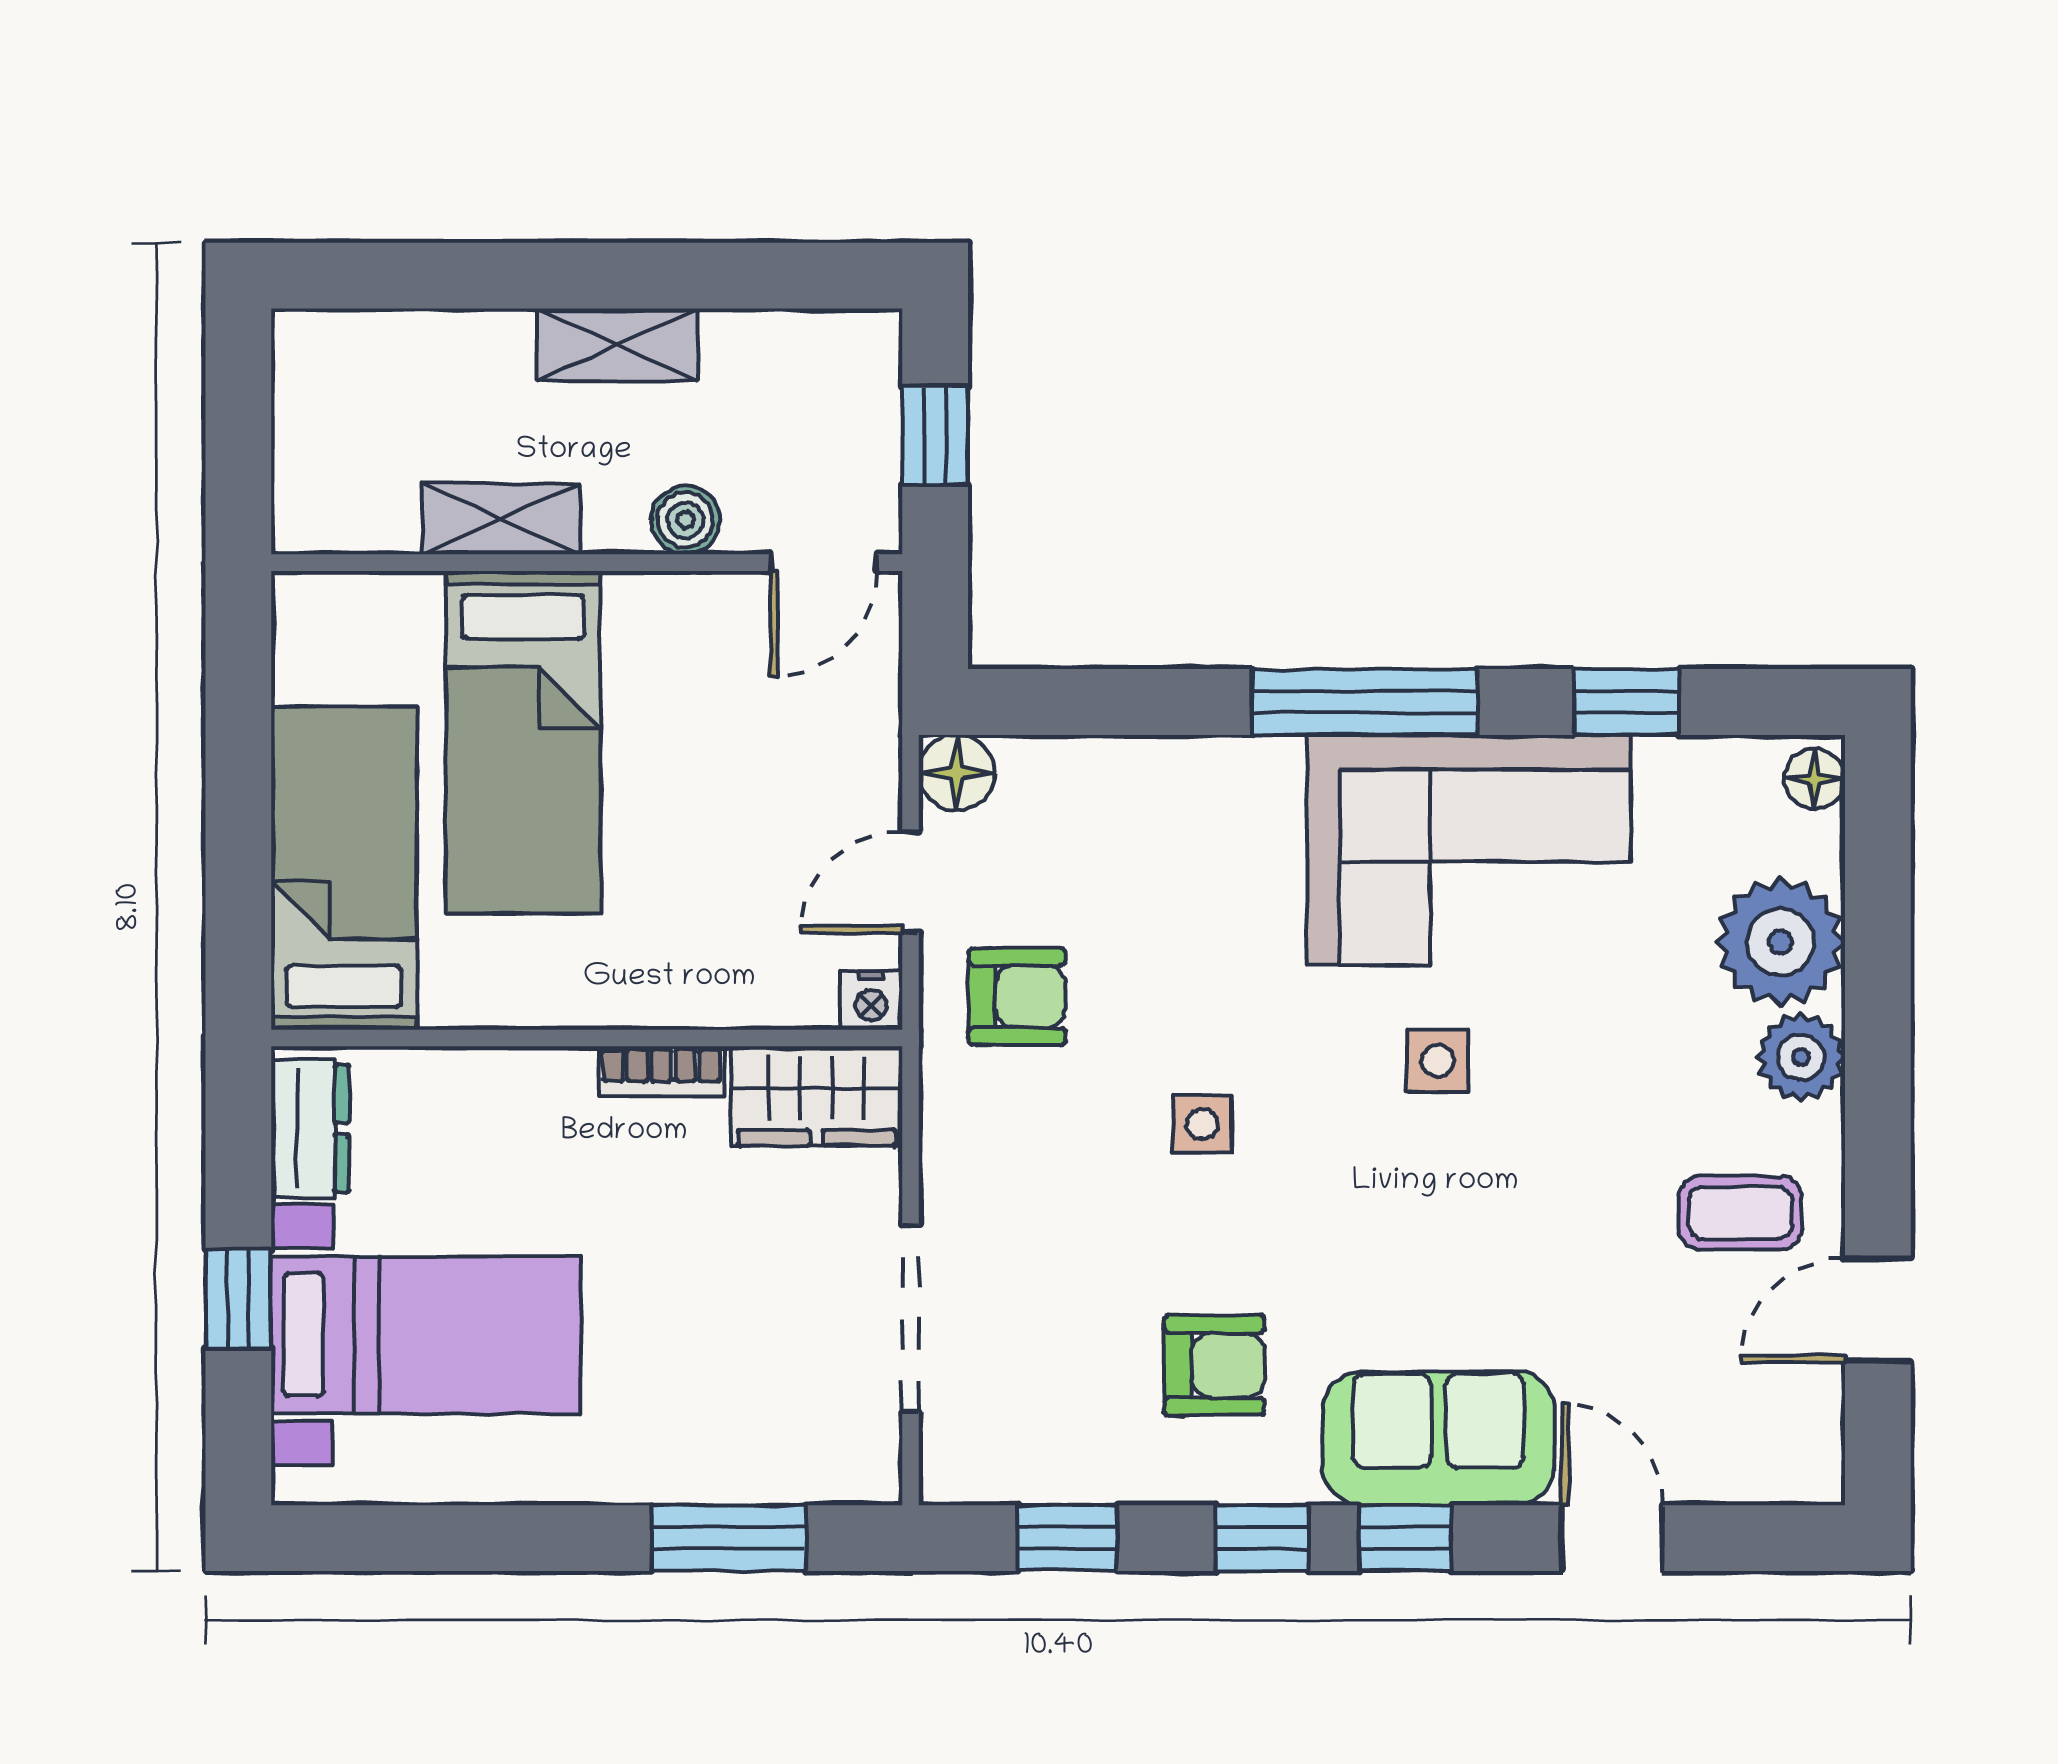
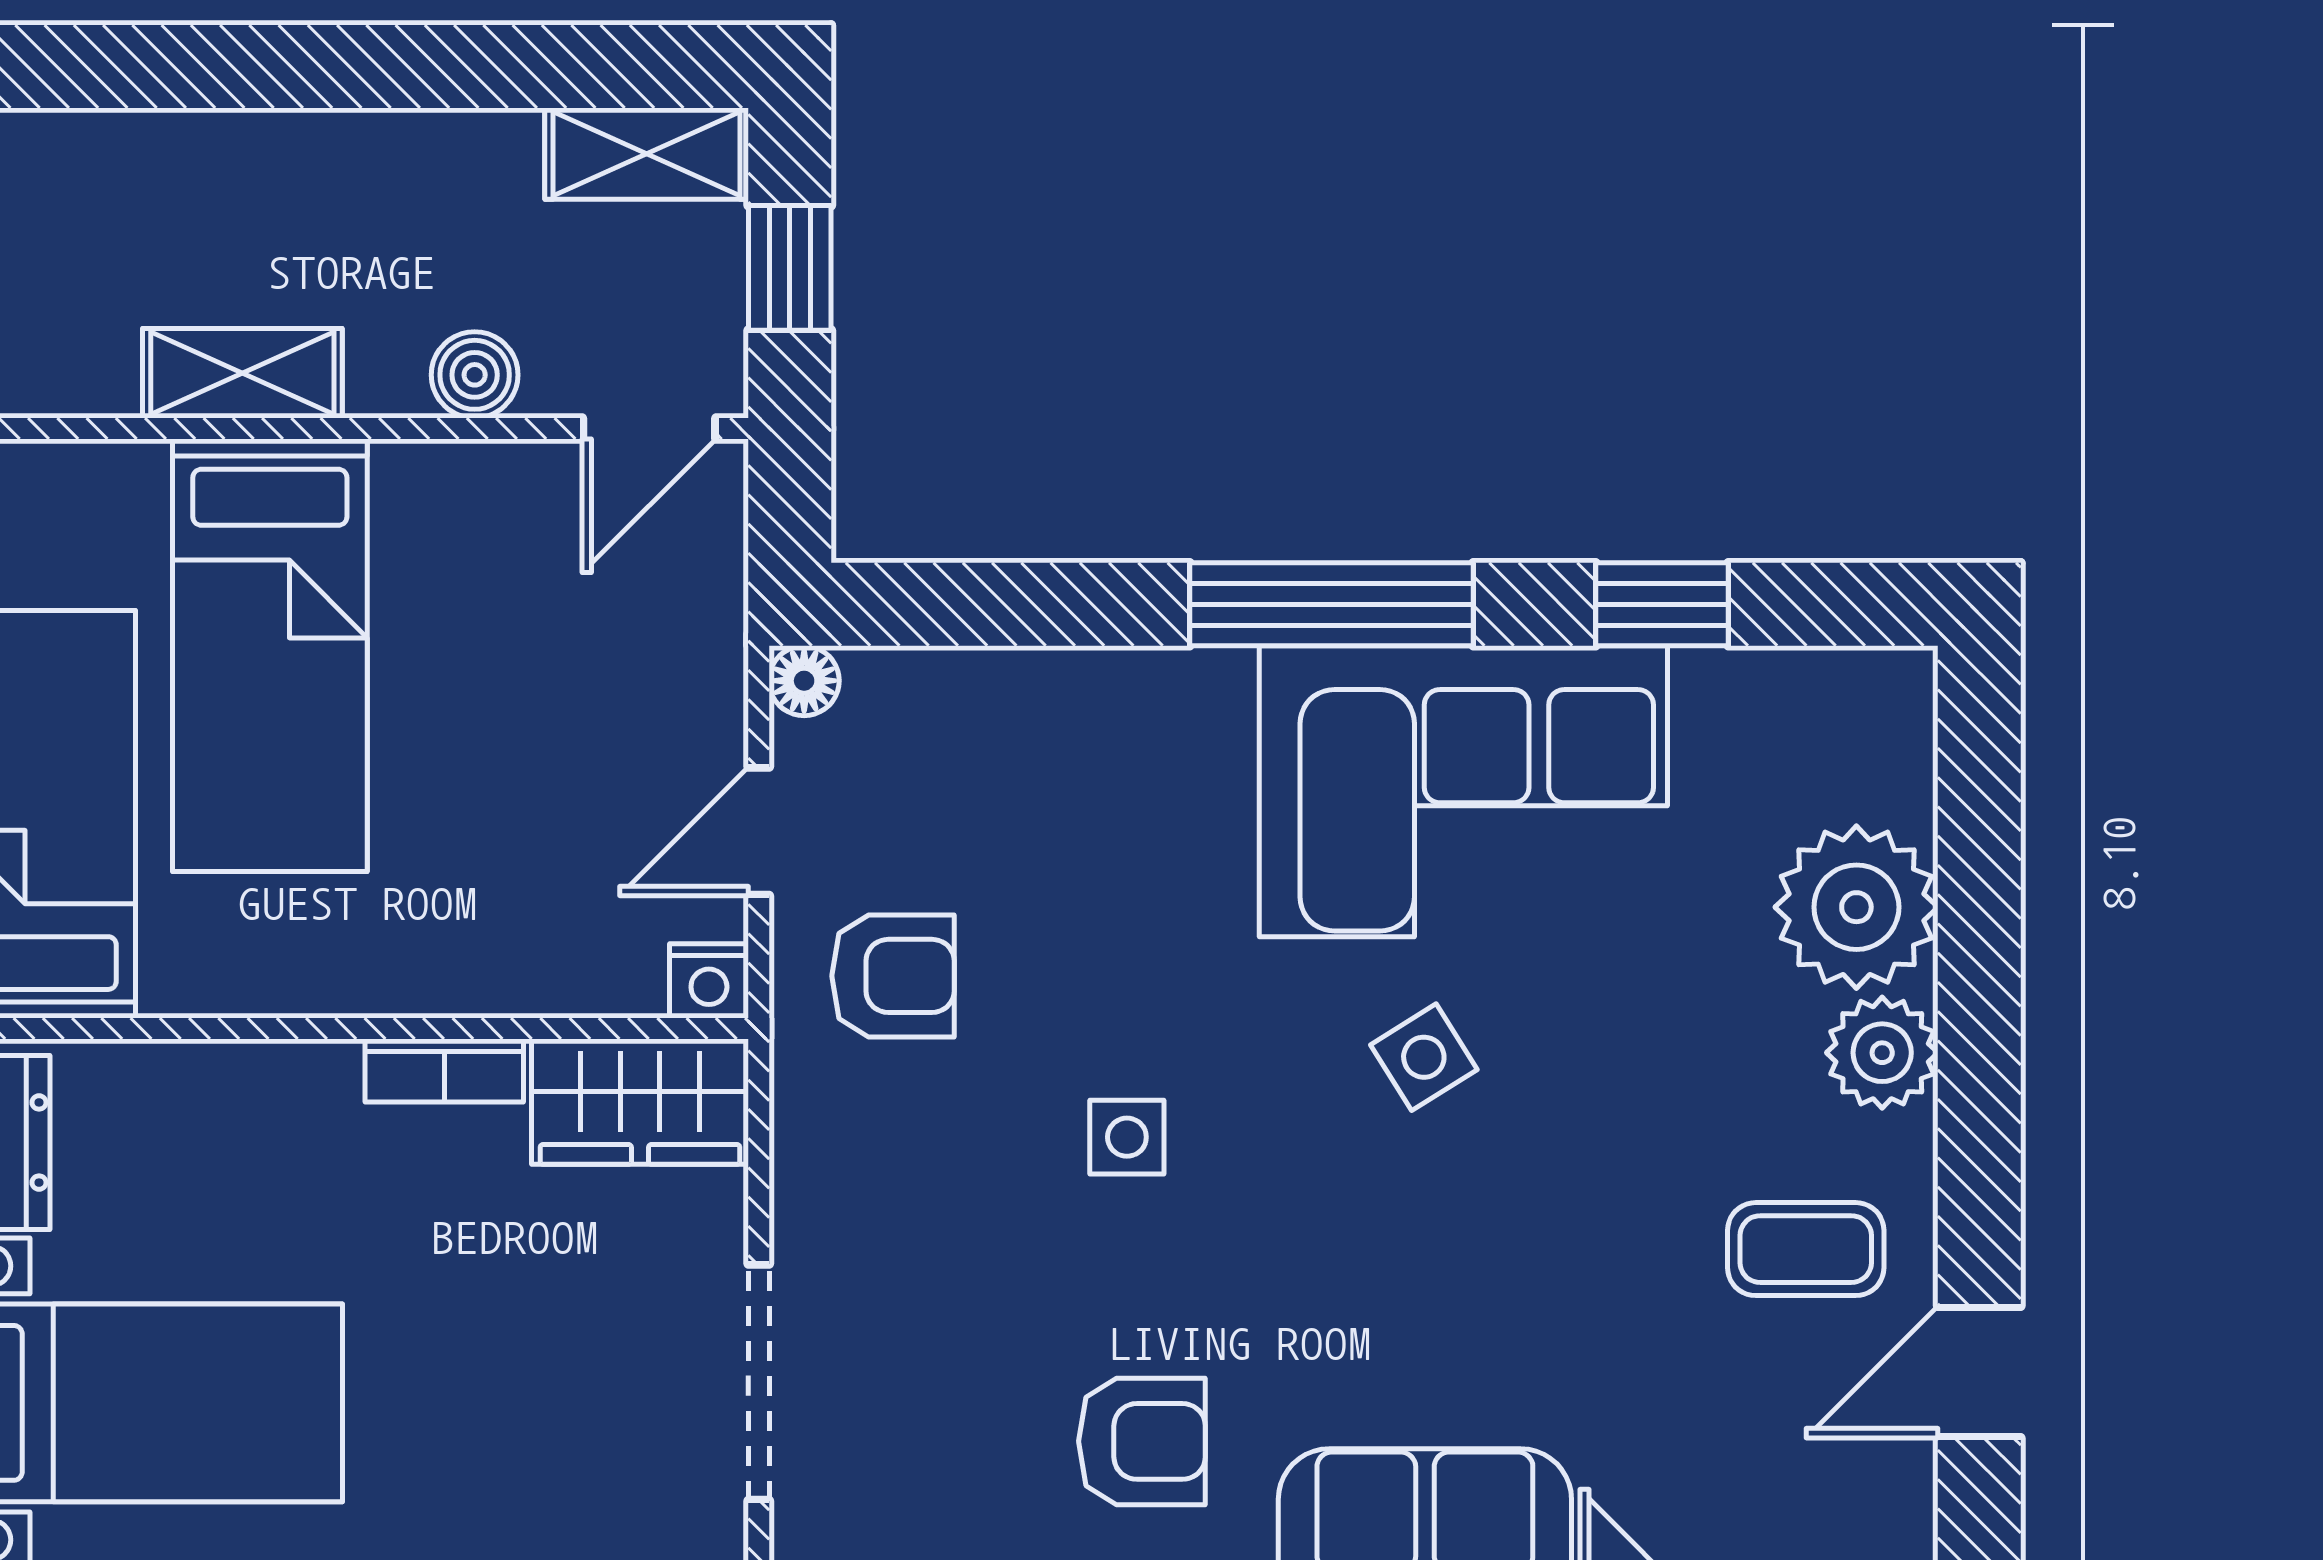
shelving: (617, 345) -> (647, 154), moved
floor lamp: (957, 773) -> (804, 681), width x0.73, depth x0.73
floor lamp: (1815, 779) -> (1900, 701), removed
side table: (1438, 1061) -> (1424, 1057), turned -32

